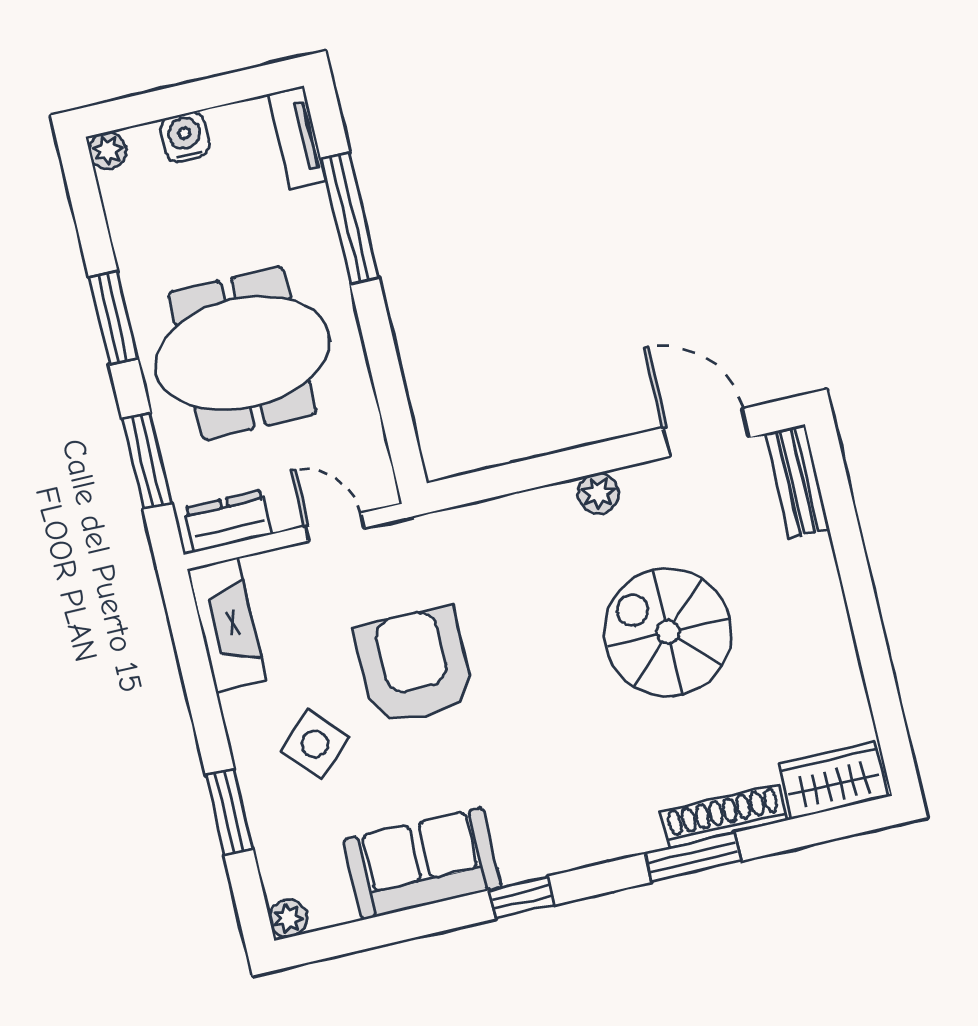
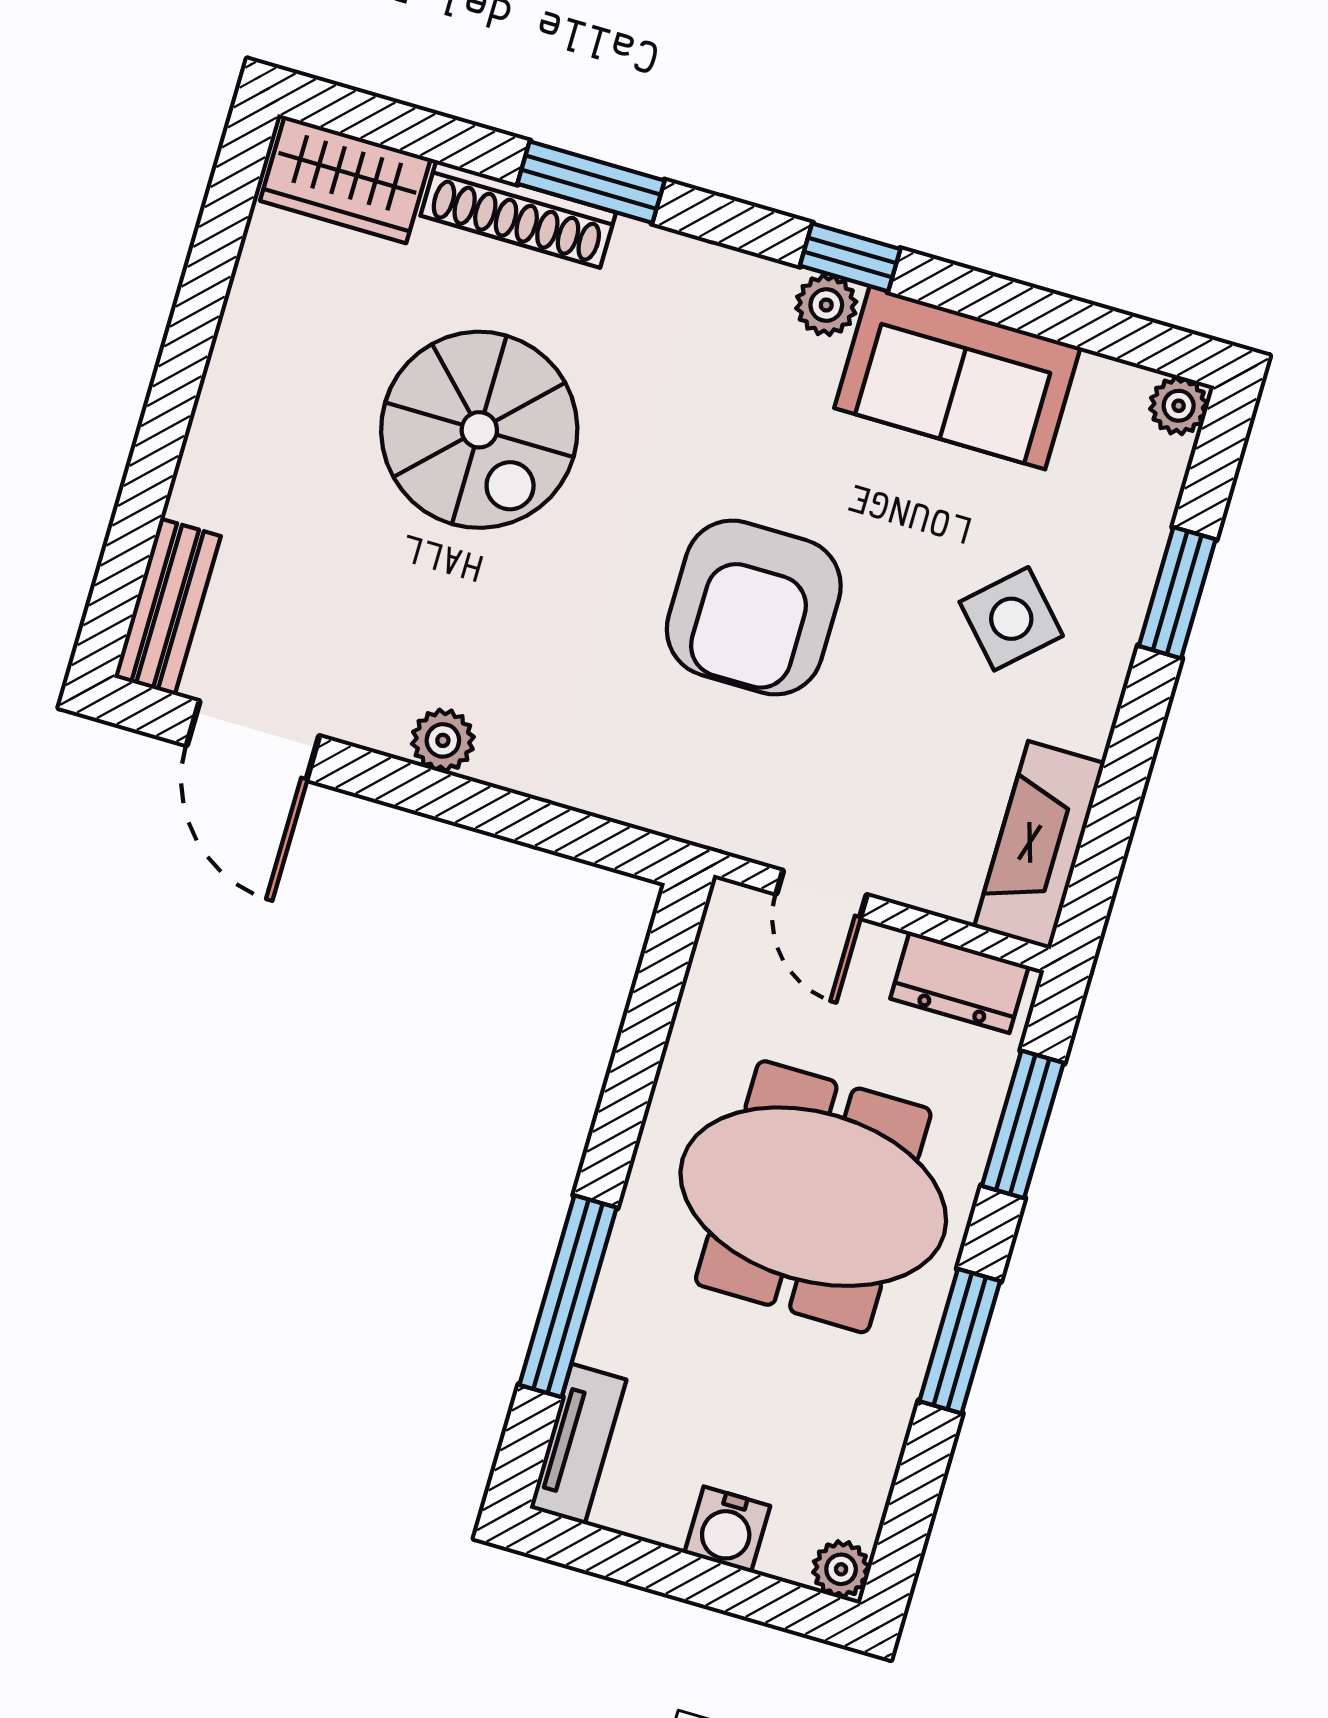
spiral stairs: (668, 632) -> (479, 430), moved
armchair: (414, 666) -> (754, 608), moved
plant: (520, 863) -> (826, 305), added

